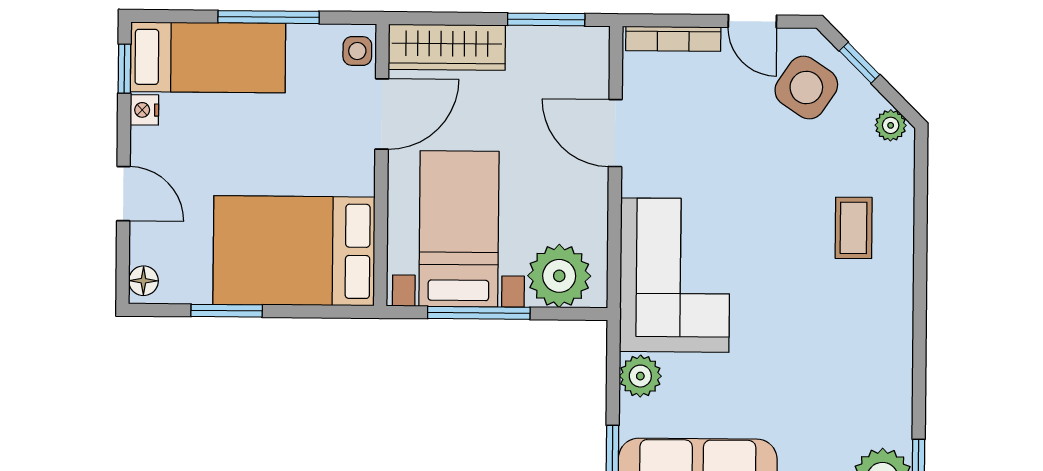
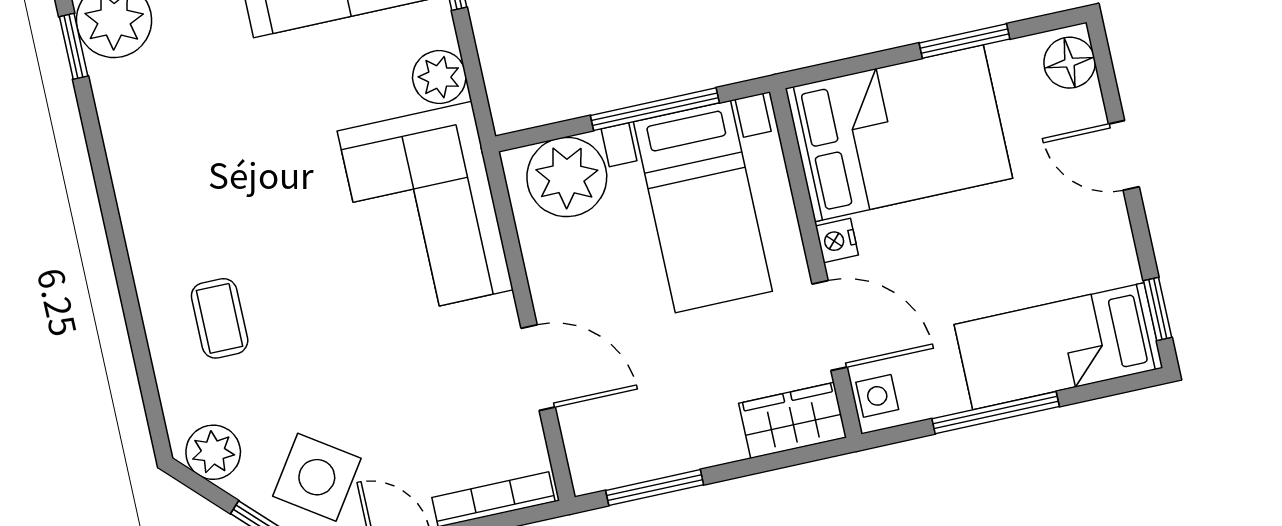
wardrobe: (447, 47) -> (793, 420), width x0.67
nightstand: (144, 110) -> (837, 241), moved, turned 180
door: (382, 114) -> (830, 326), swing flipped
plant: (891, 125) -> (213, 452), width x1.38, depth x1.38
floor lamp: (143, 281) -> (1070, 63), width x1.37, depth x1.37

